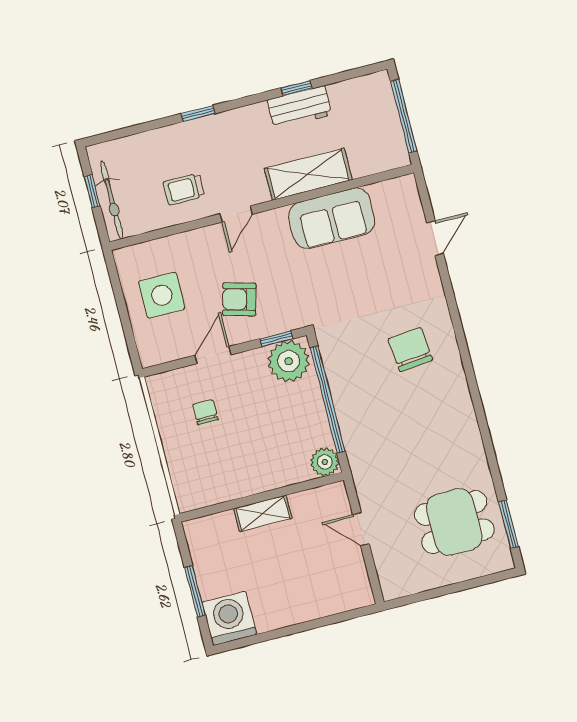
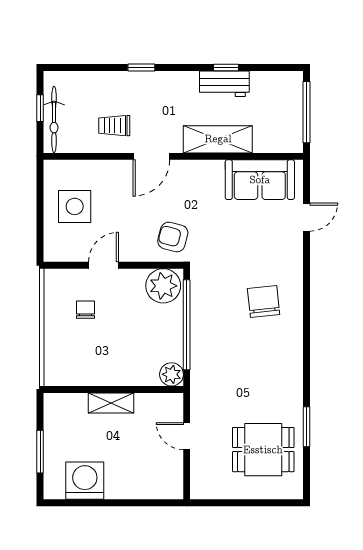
door: (236, 214) -> (151, 156), width x1.38
sofa: (332, 218) -> (260, 180), moved
armchair: (239, 299) -> (173, 237), moved
window: (276, 339) -> (158, 265), removed
window: (508, 524) -> (307, 427), moved
washing machine: (229, 618) -> (85, 481), moved

